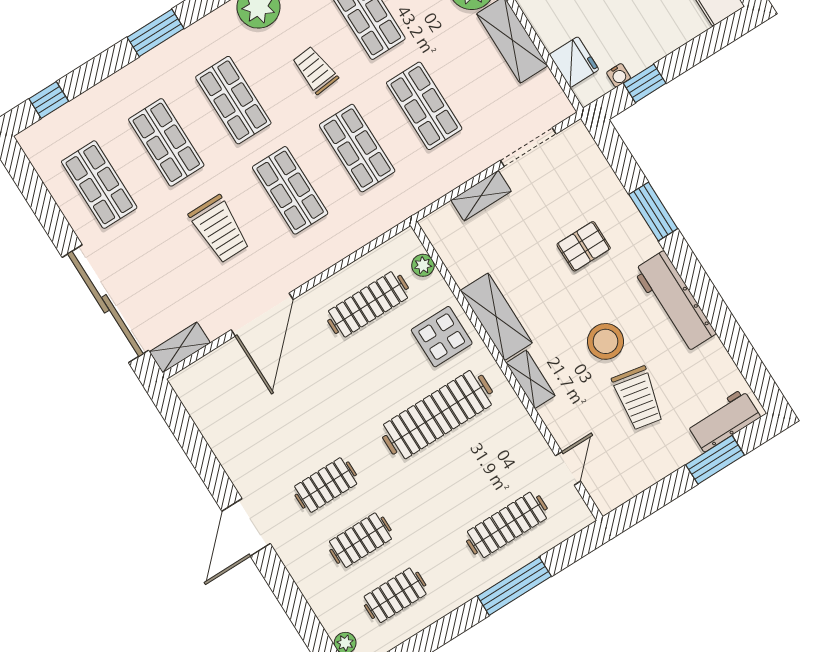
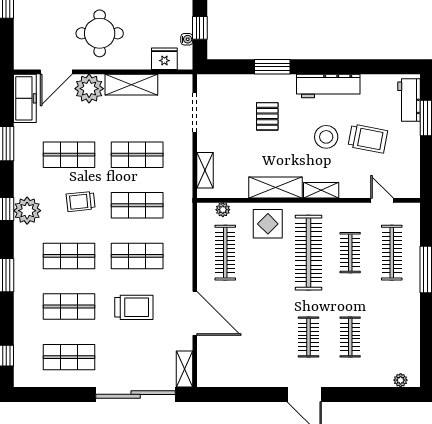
shelving: (481, 196) -> (205, 170), moved
clothes rail: (395, 595) -> (350, 253), moved

